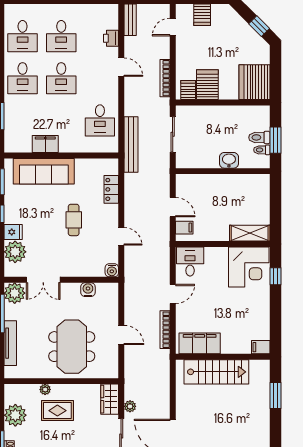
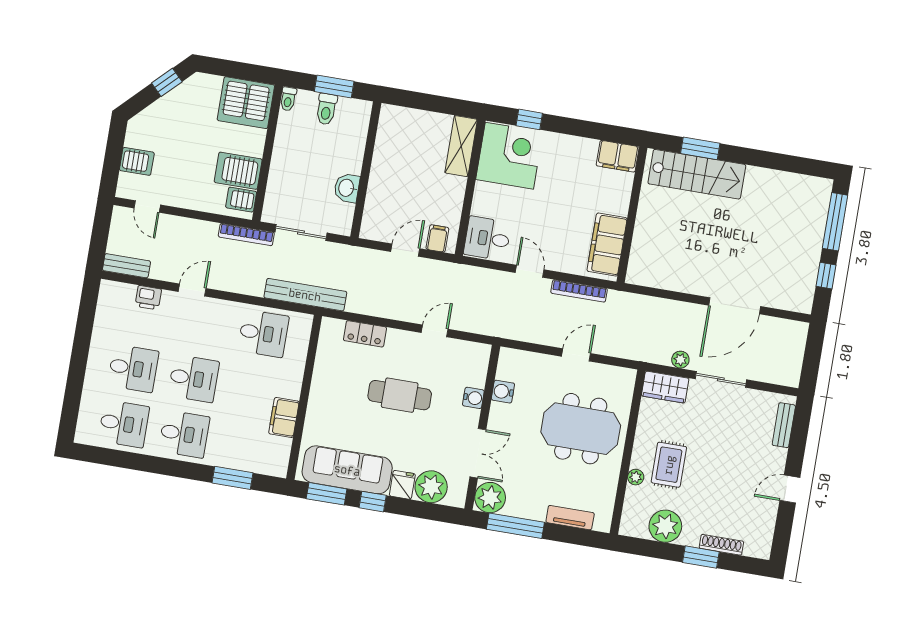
bookcase: (165, 78) -> (246, 235), moved
toilet: (262, 150) -> (288, 99), moved
washbasin: (229, 160) -> (347, 188), moved
sofa: (44, 171) -> (347, 470), moved, turned -90
cafe table: (74, 220) -> (400, 395), width x1.37, depth x1.35
water cooler: (112, 270) -> (473, 398), moved
tv unit: (10, 343) -> (570, 518), width x0.71
filing cabinet: (261, 347) -> (618, 156), width x2.00
stairs: (216, 372) -> (697, 174), moved, turned 90

